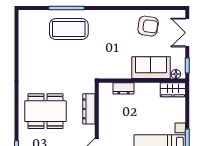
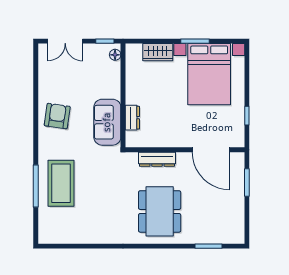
armchair: (148, 26) -> (57, 116), moved
sofa: (151, 68) -> (107, 122), moved
wardrobe: (173, 90) -> (158, 52), moved, turned 90

